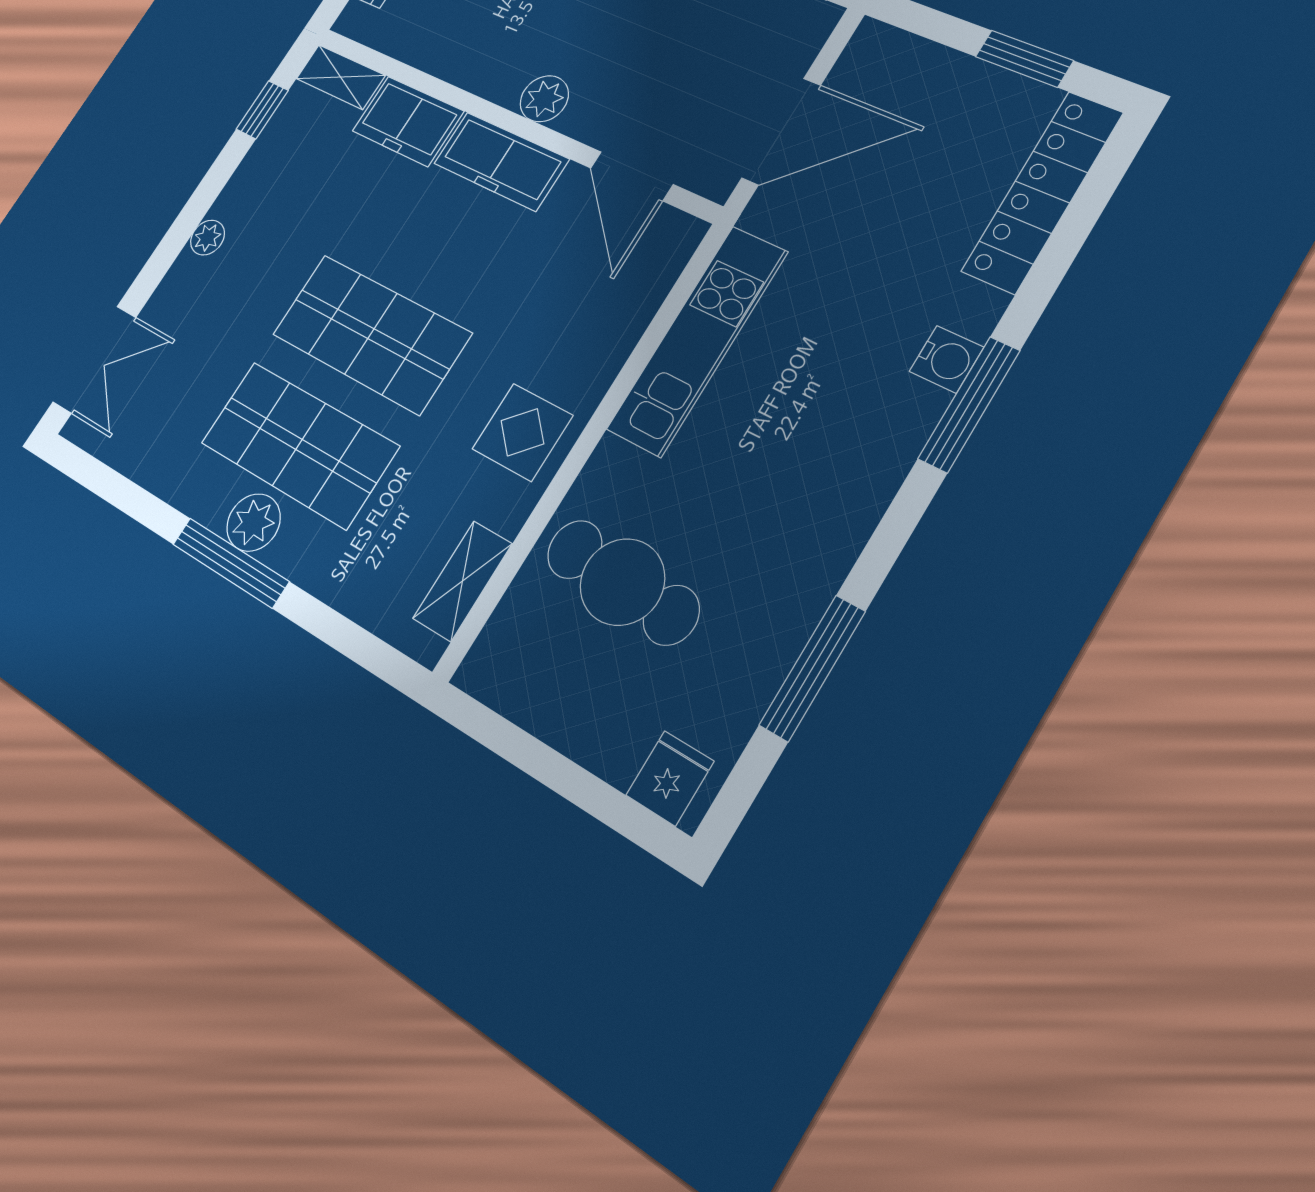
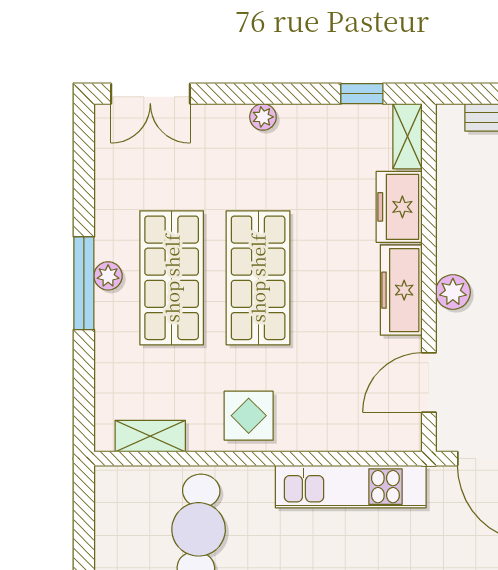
plant: (254, 523) -> (108, 276), width x0.73, depth x0.73

